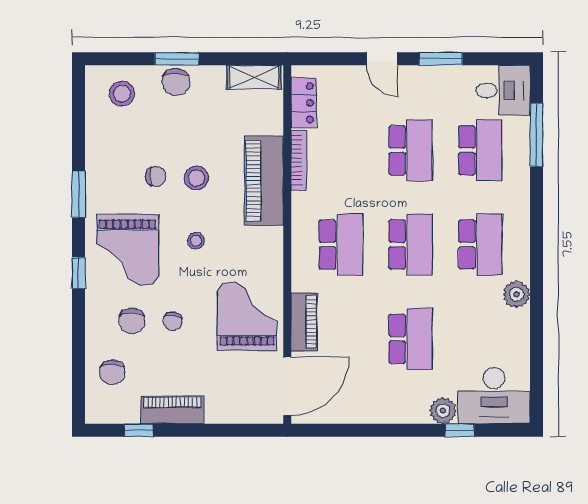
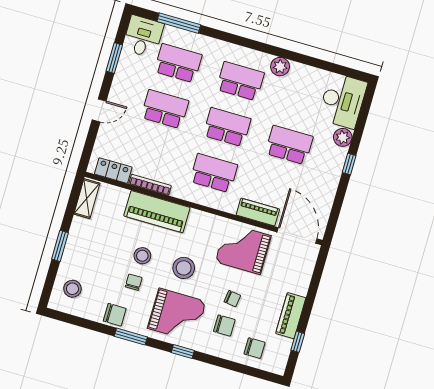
window: (441, 59) -> (114, 58), moved
chair: (176, 82) -> (115, 315), moved
stool: (196, 241) -> (184, 268), width x1.89, depth x1.89
window: (460, 430) -> (349, 164), moved

